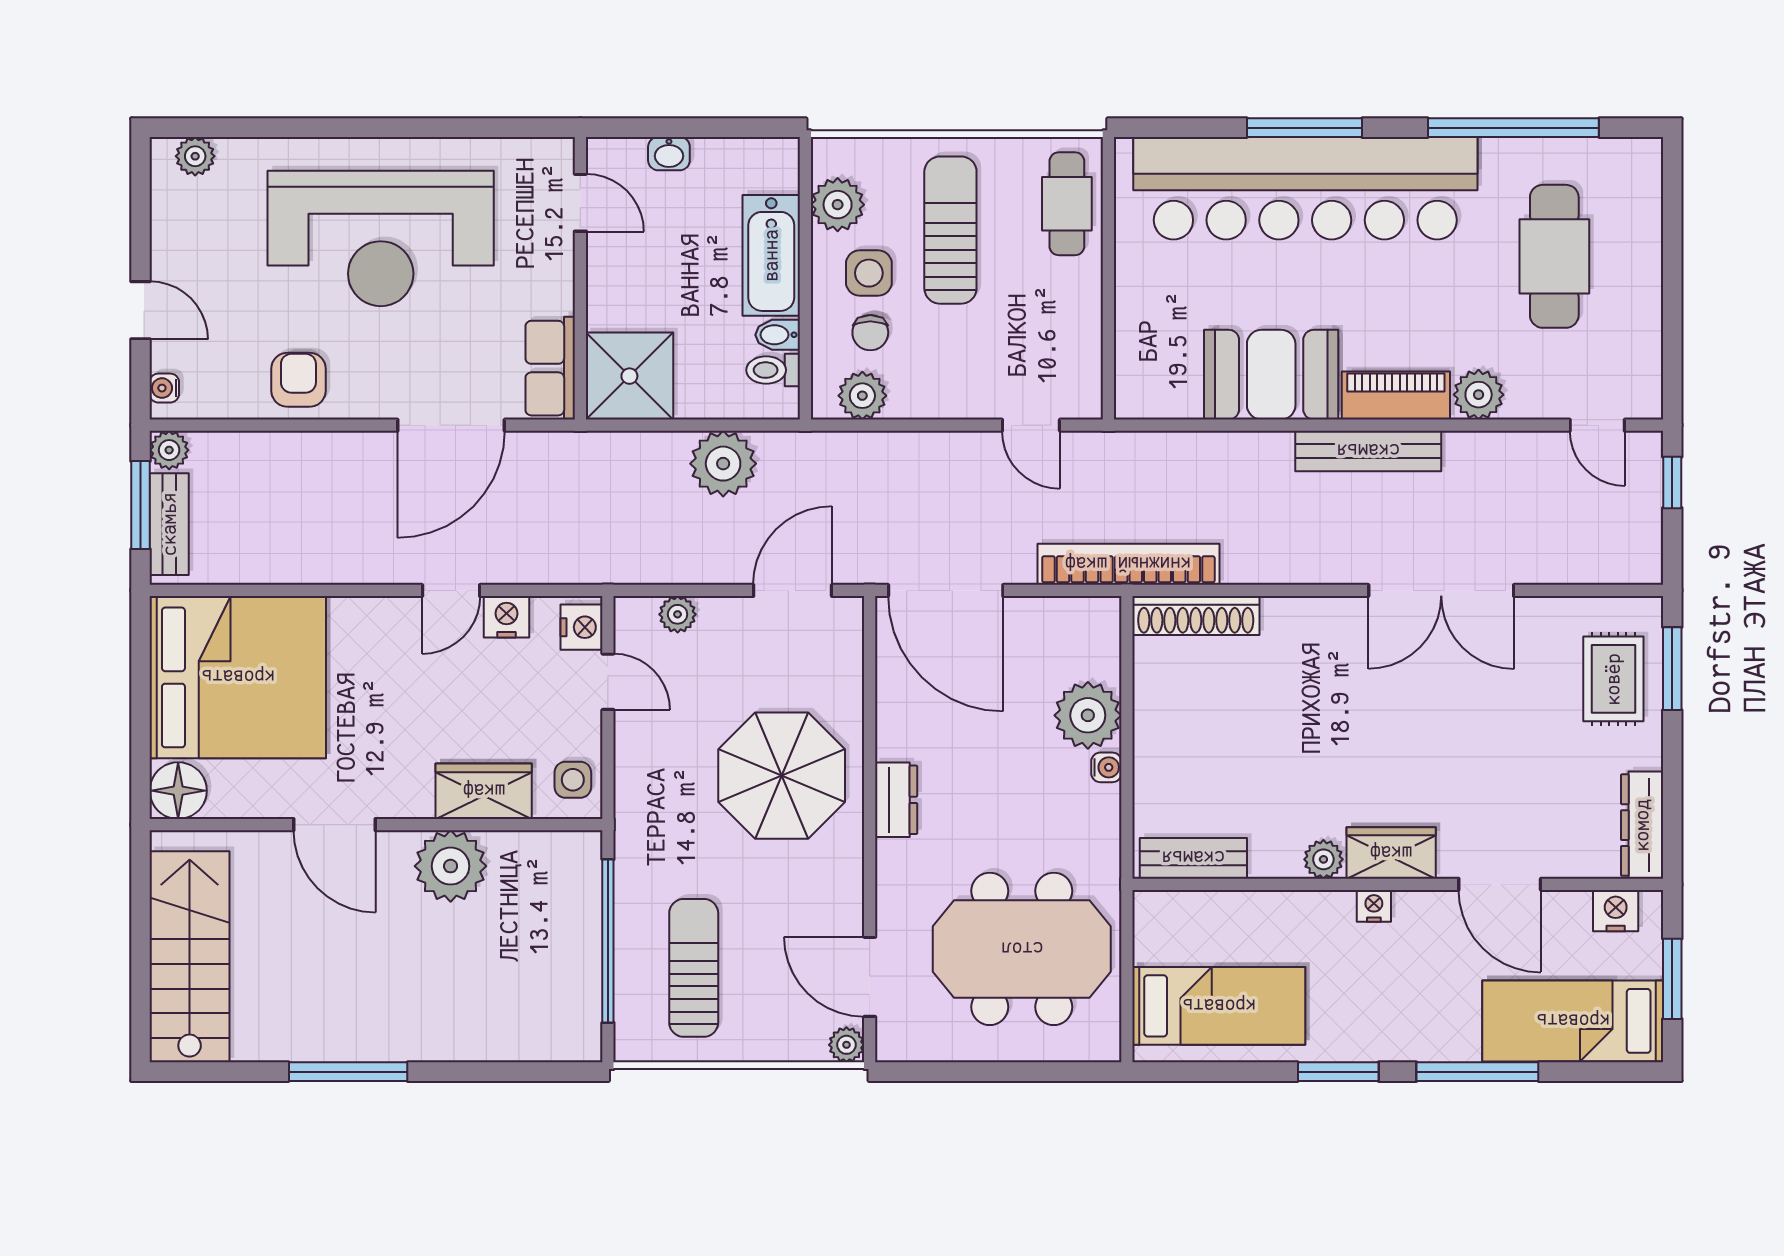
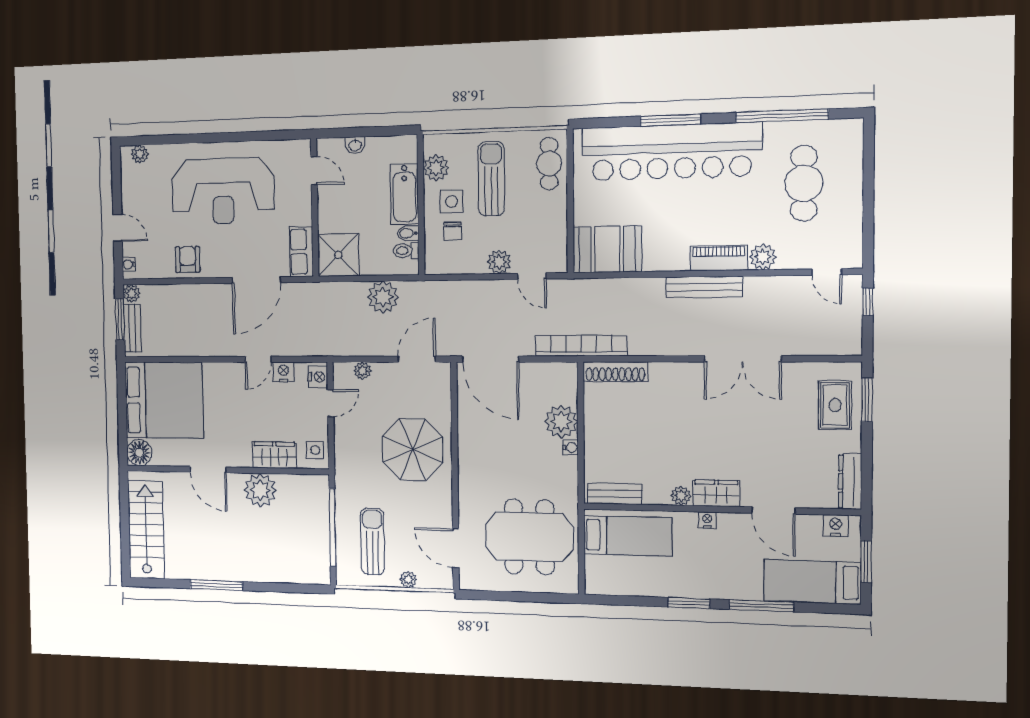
booth: (1271, 375) -> (607, 249), moved
plant: (862, 396) -> (499, 262), moved
door: (608, 682) -> (331, 403), hinge flipped
dresser: (896, 800) -> (468, 462), removed
bed: (1219, 1006) -> (628, 536), moved
plant: (846, 1045) -> (408, 580), moved

